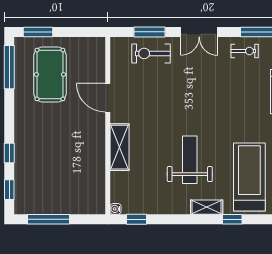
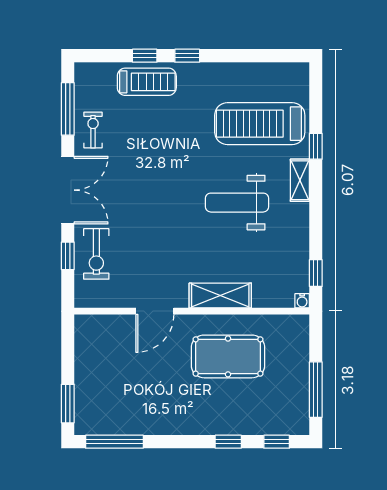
window: (150, 32) -> (68, 256), width x0.67
double door: (199, 32) -> (68, 190), width x1.37
pool table: (50, 74) -> (228, 356), moved

